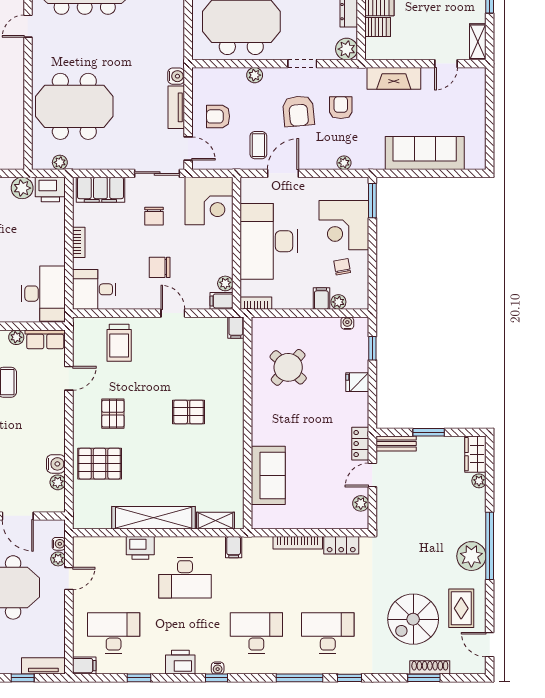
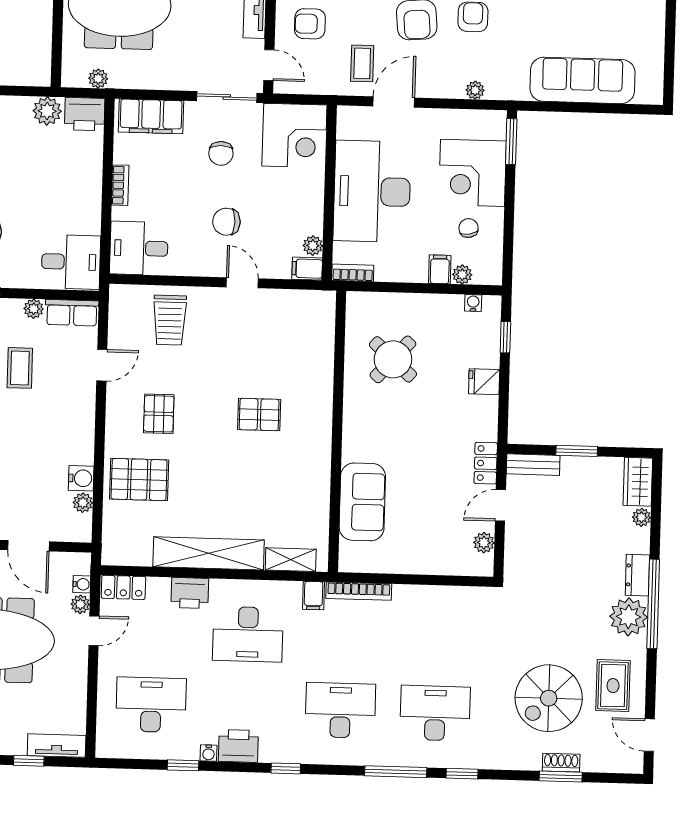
desk: (43, 294) -> (71, 262), width x0.73
filing cabinet: (236, 328) -> (325, 304), removed
dresser: (477, 525) -> (637, 575), added
bookcase: (298, 543) -> (359, 591), moved
locker: (341, 545) -> (123, 587), moved
filing cabinet: (84, 666) -> (111, 747), removed
shoe rack: (430, 667) -> (561, 763), width x0.70
water cooler: (218, 668) -> (209, 753), moved

